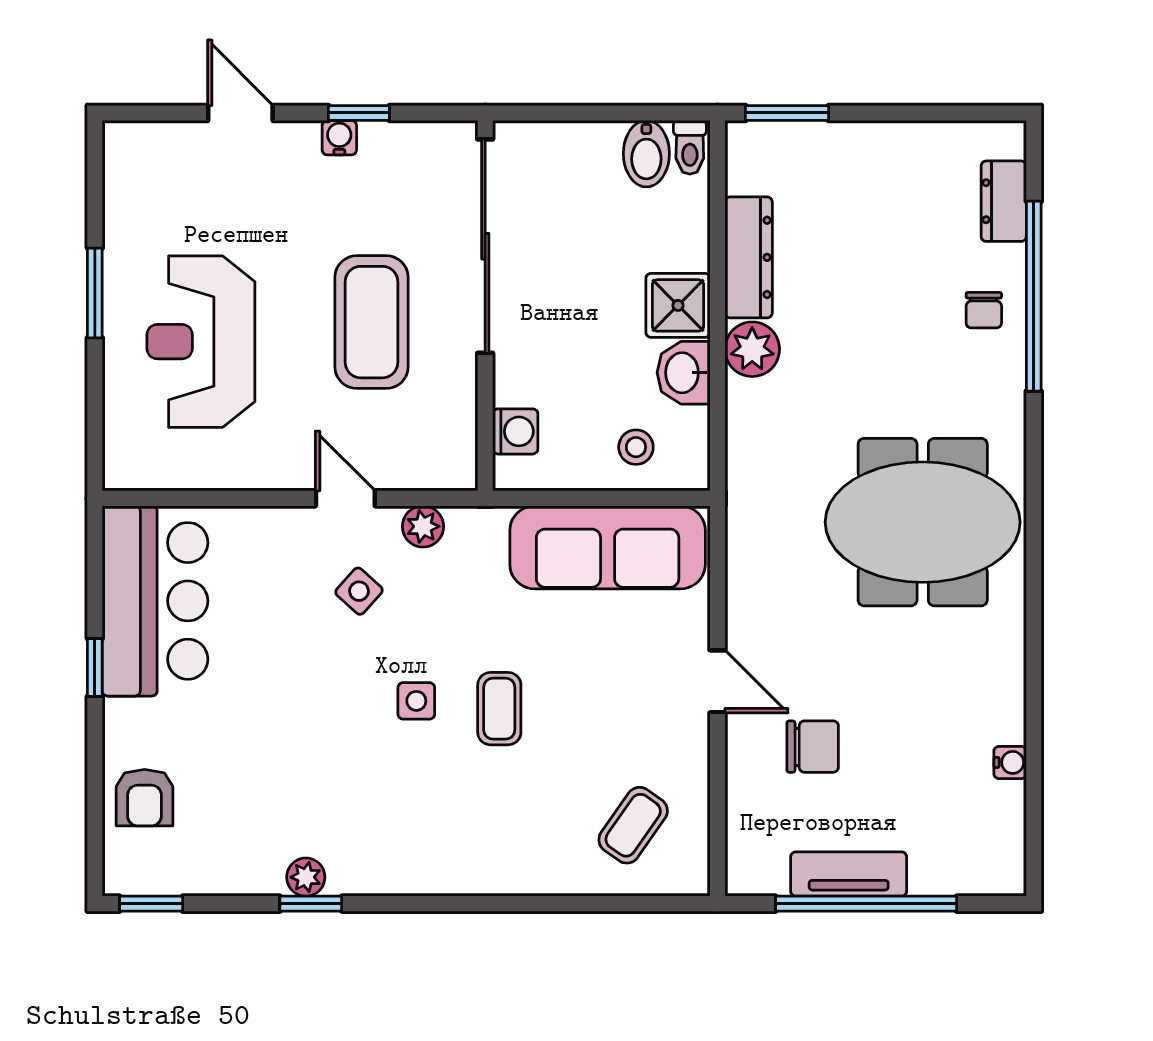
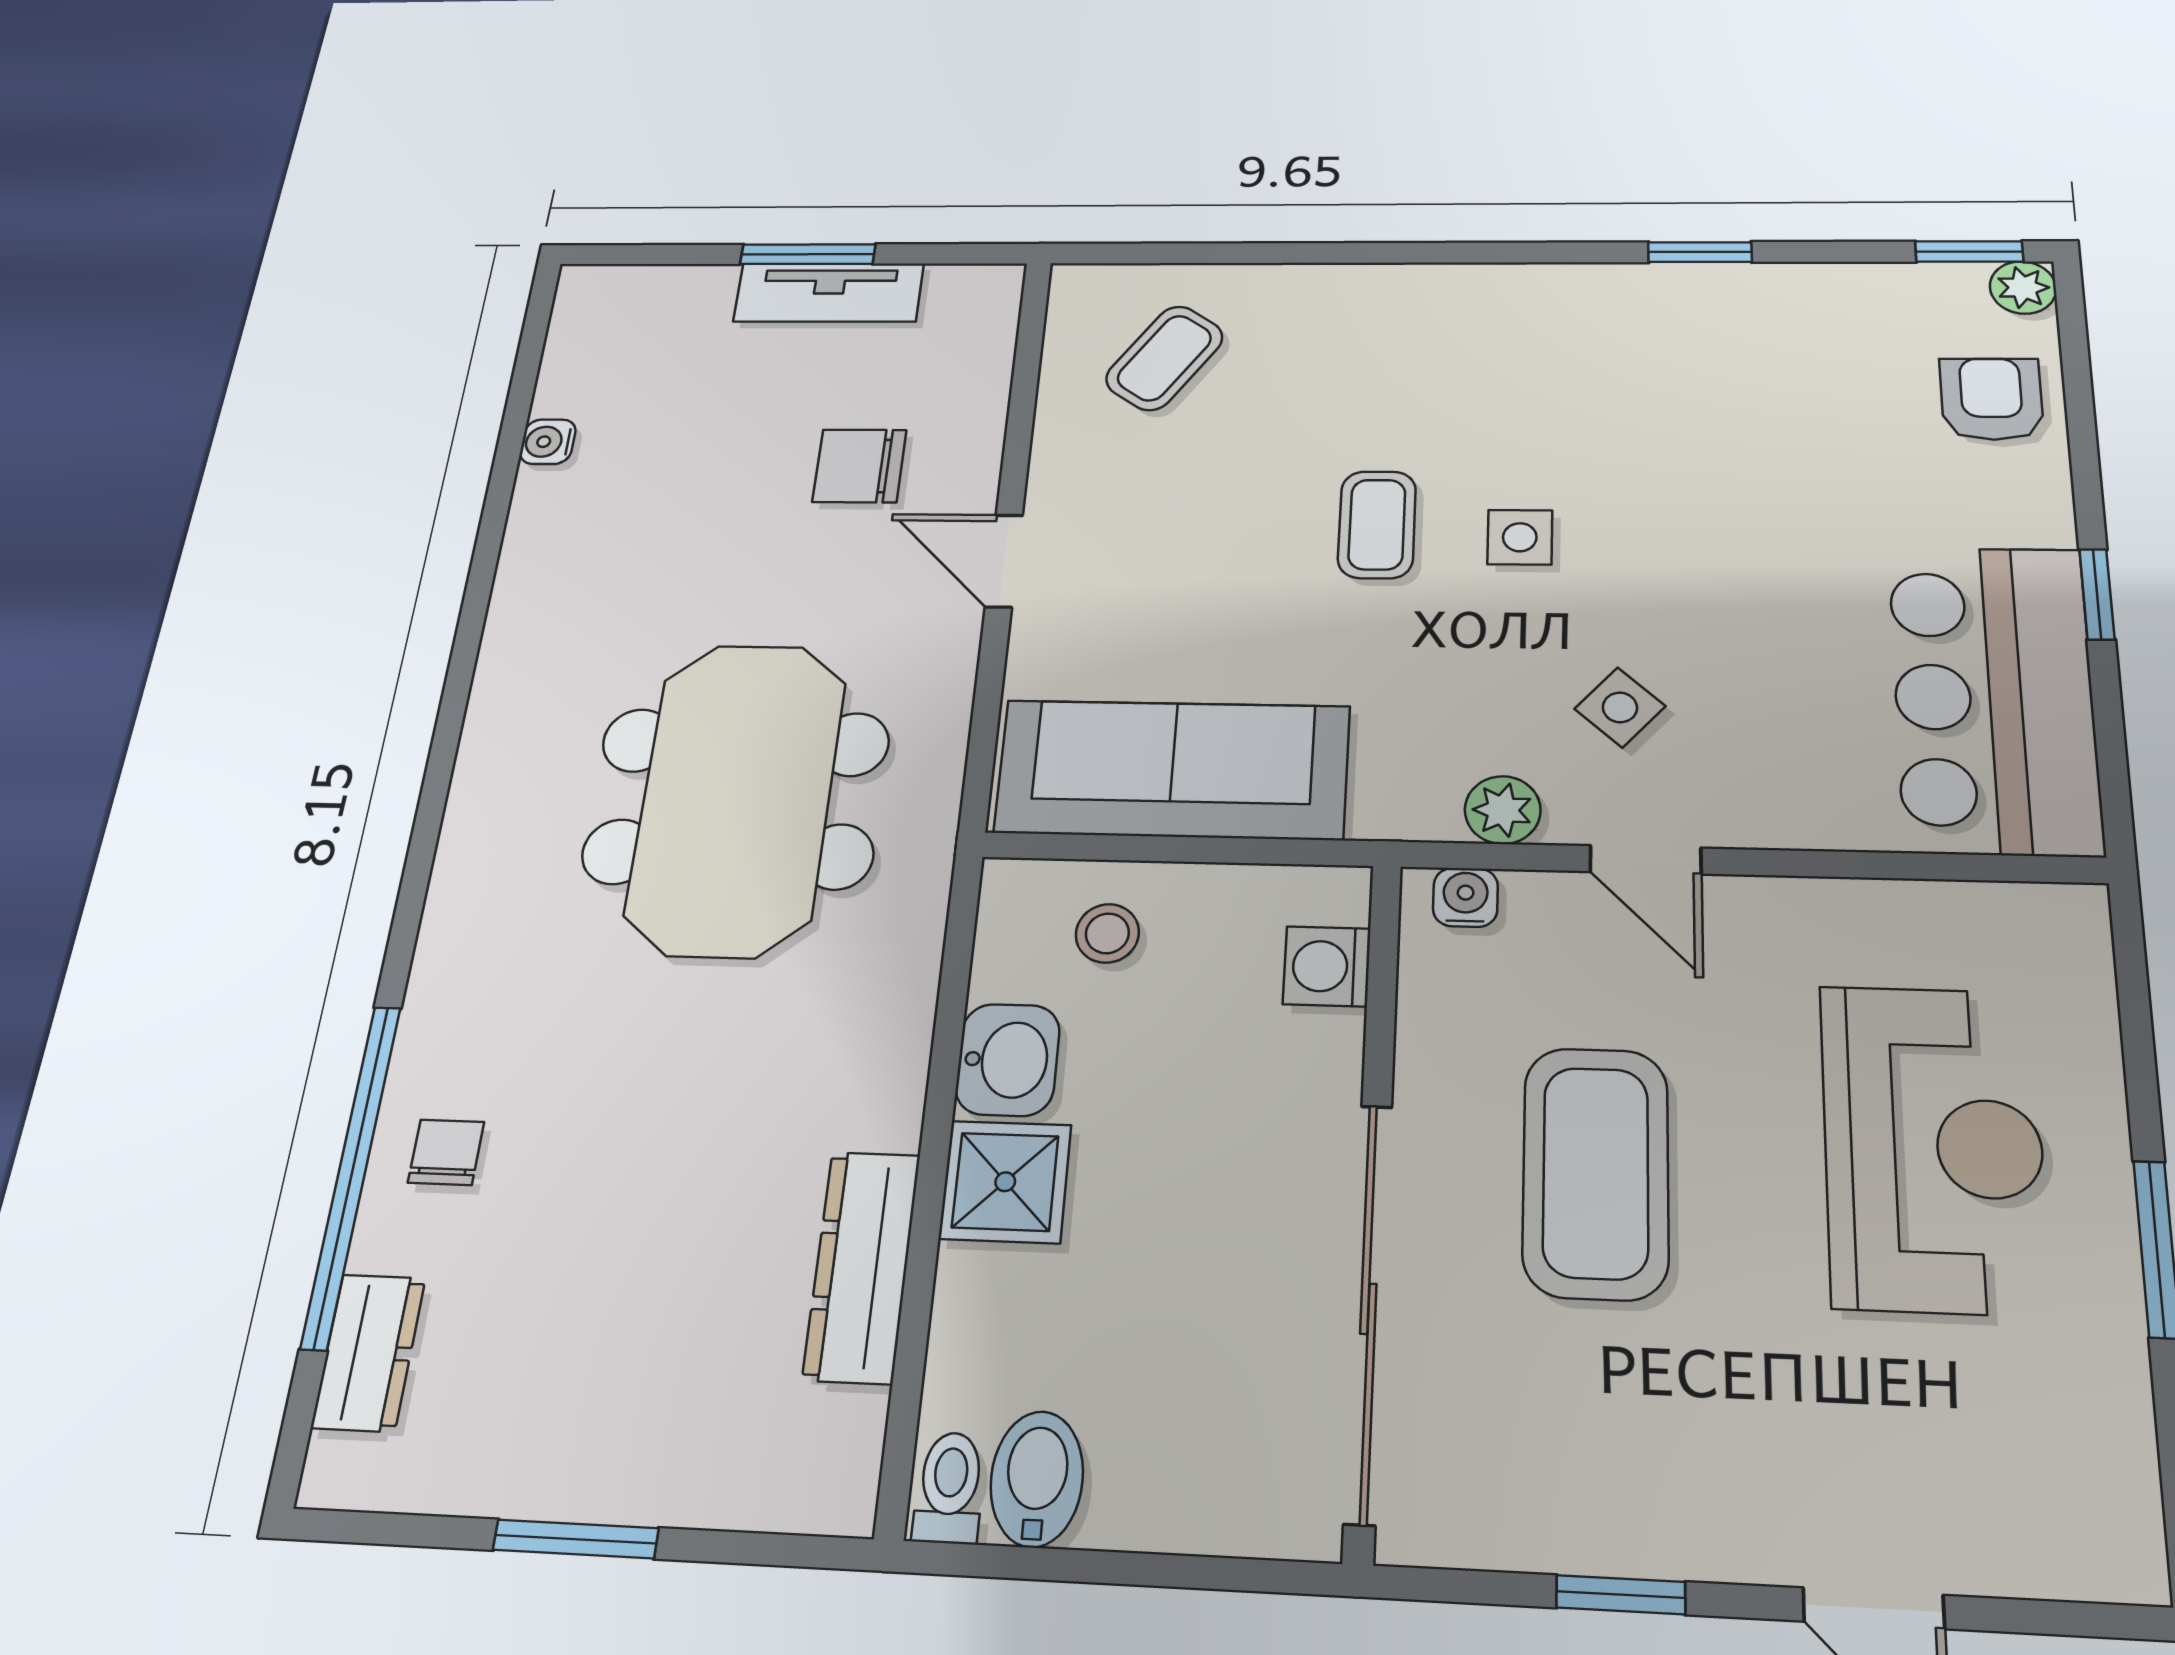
window: (787, 113) -> (576, 1539), moved
water cooler: (339, 138) -> (1465, 897), moved, turned 180
plant: (752, 349) -> (877, 1097), removed
meeting table: (923, 522) -> (736, 798), moved, turned 90
plant: (306, 877) -> (2023, 288), moved
window: (866, 904) -> (808, 254), width x0.47

